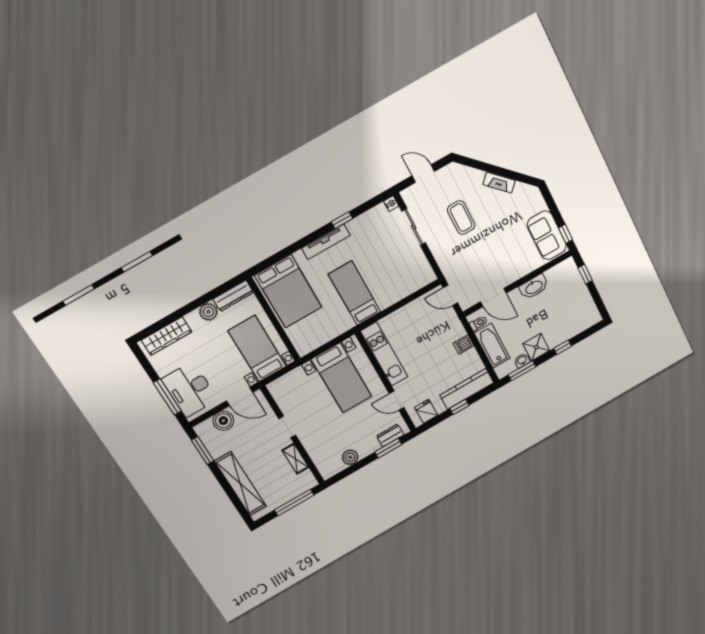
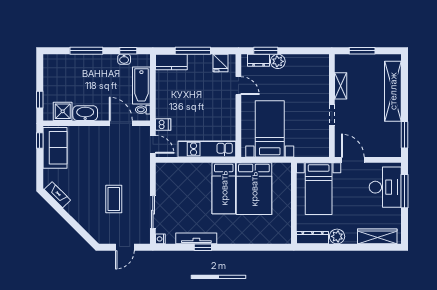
door: (423, 174) -> (125, 247), hinge flipped
fireplace: (499, 183) -> (57, 195), moved
tv unit: (326, 242) -> (196, 238), moved
bed: (288, 291) -> (254, 189), moved, turned 180
dishwasher: (463, 344) -> (163, 125), moved
shower: (536, 347) -> (63, 111), moved
window: (563, 347) -> (86, 51), width x2.17
kitchen unit: (384, 354) -> (207, 149), moved, turned 90
window: (522, 371) -> (128, 51), width x0.67
kitchen counter: (467, 389) -> (171, 62), width x0.67
window: (459, 407) -> (193, 51), width x2.17
boiler: (223, 421) -> (376, 149), removed
plant: (350, 457) -> (278, 61), moved
window: (294, 503) -> (362, 51), width x0.69

